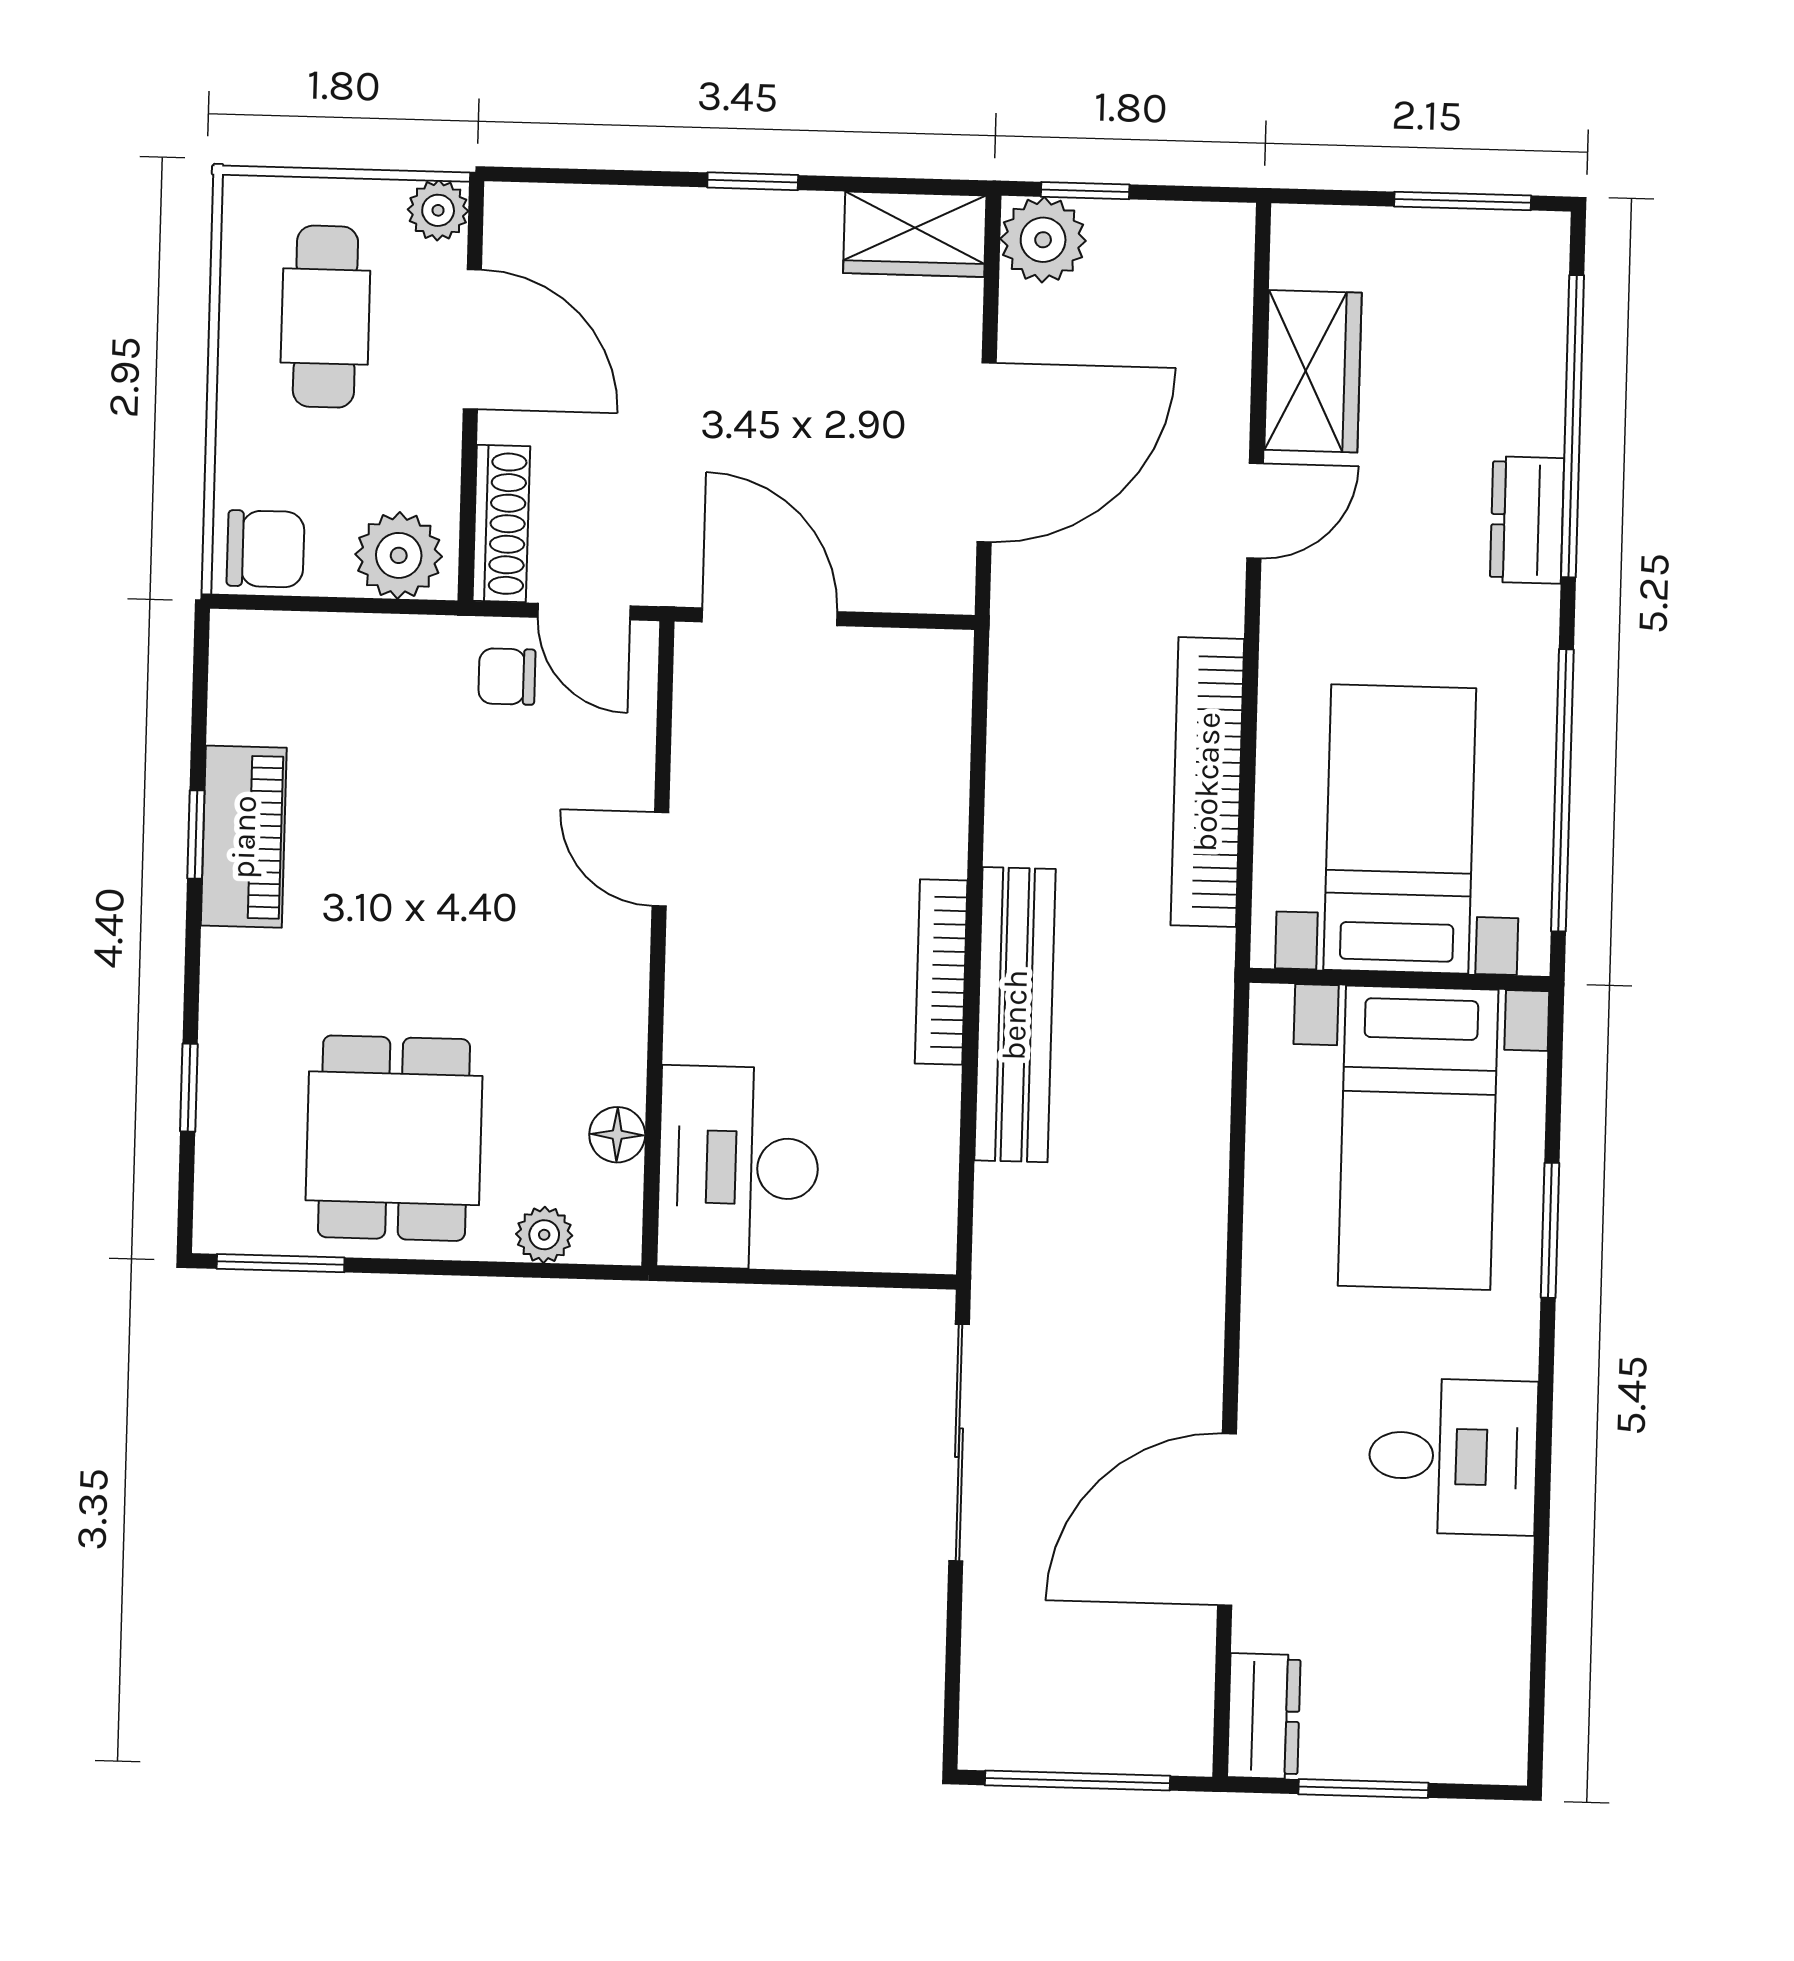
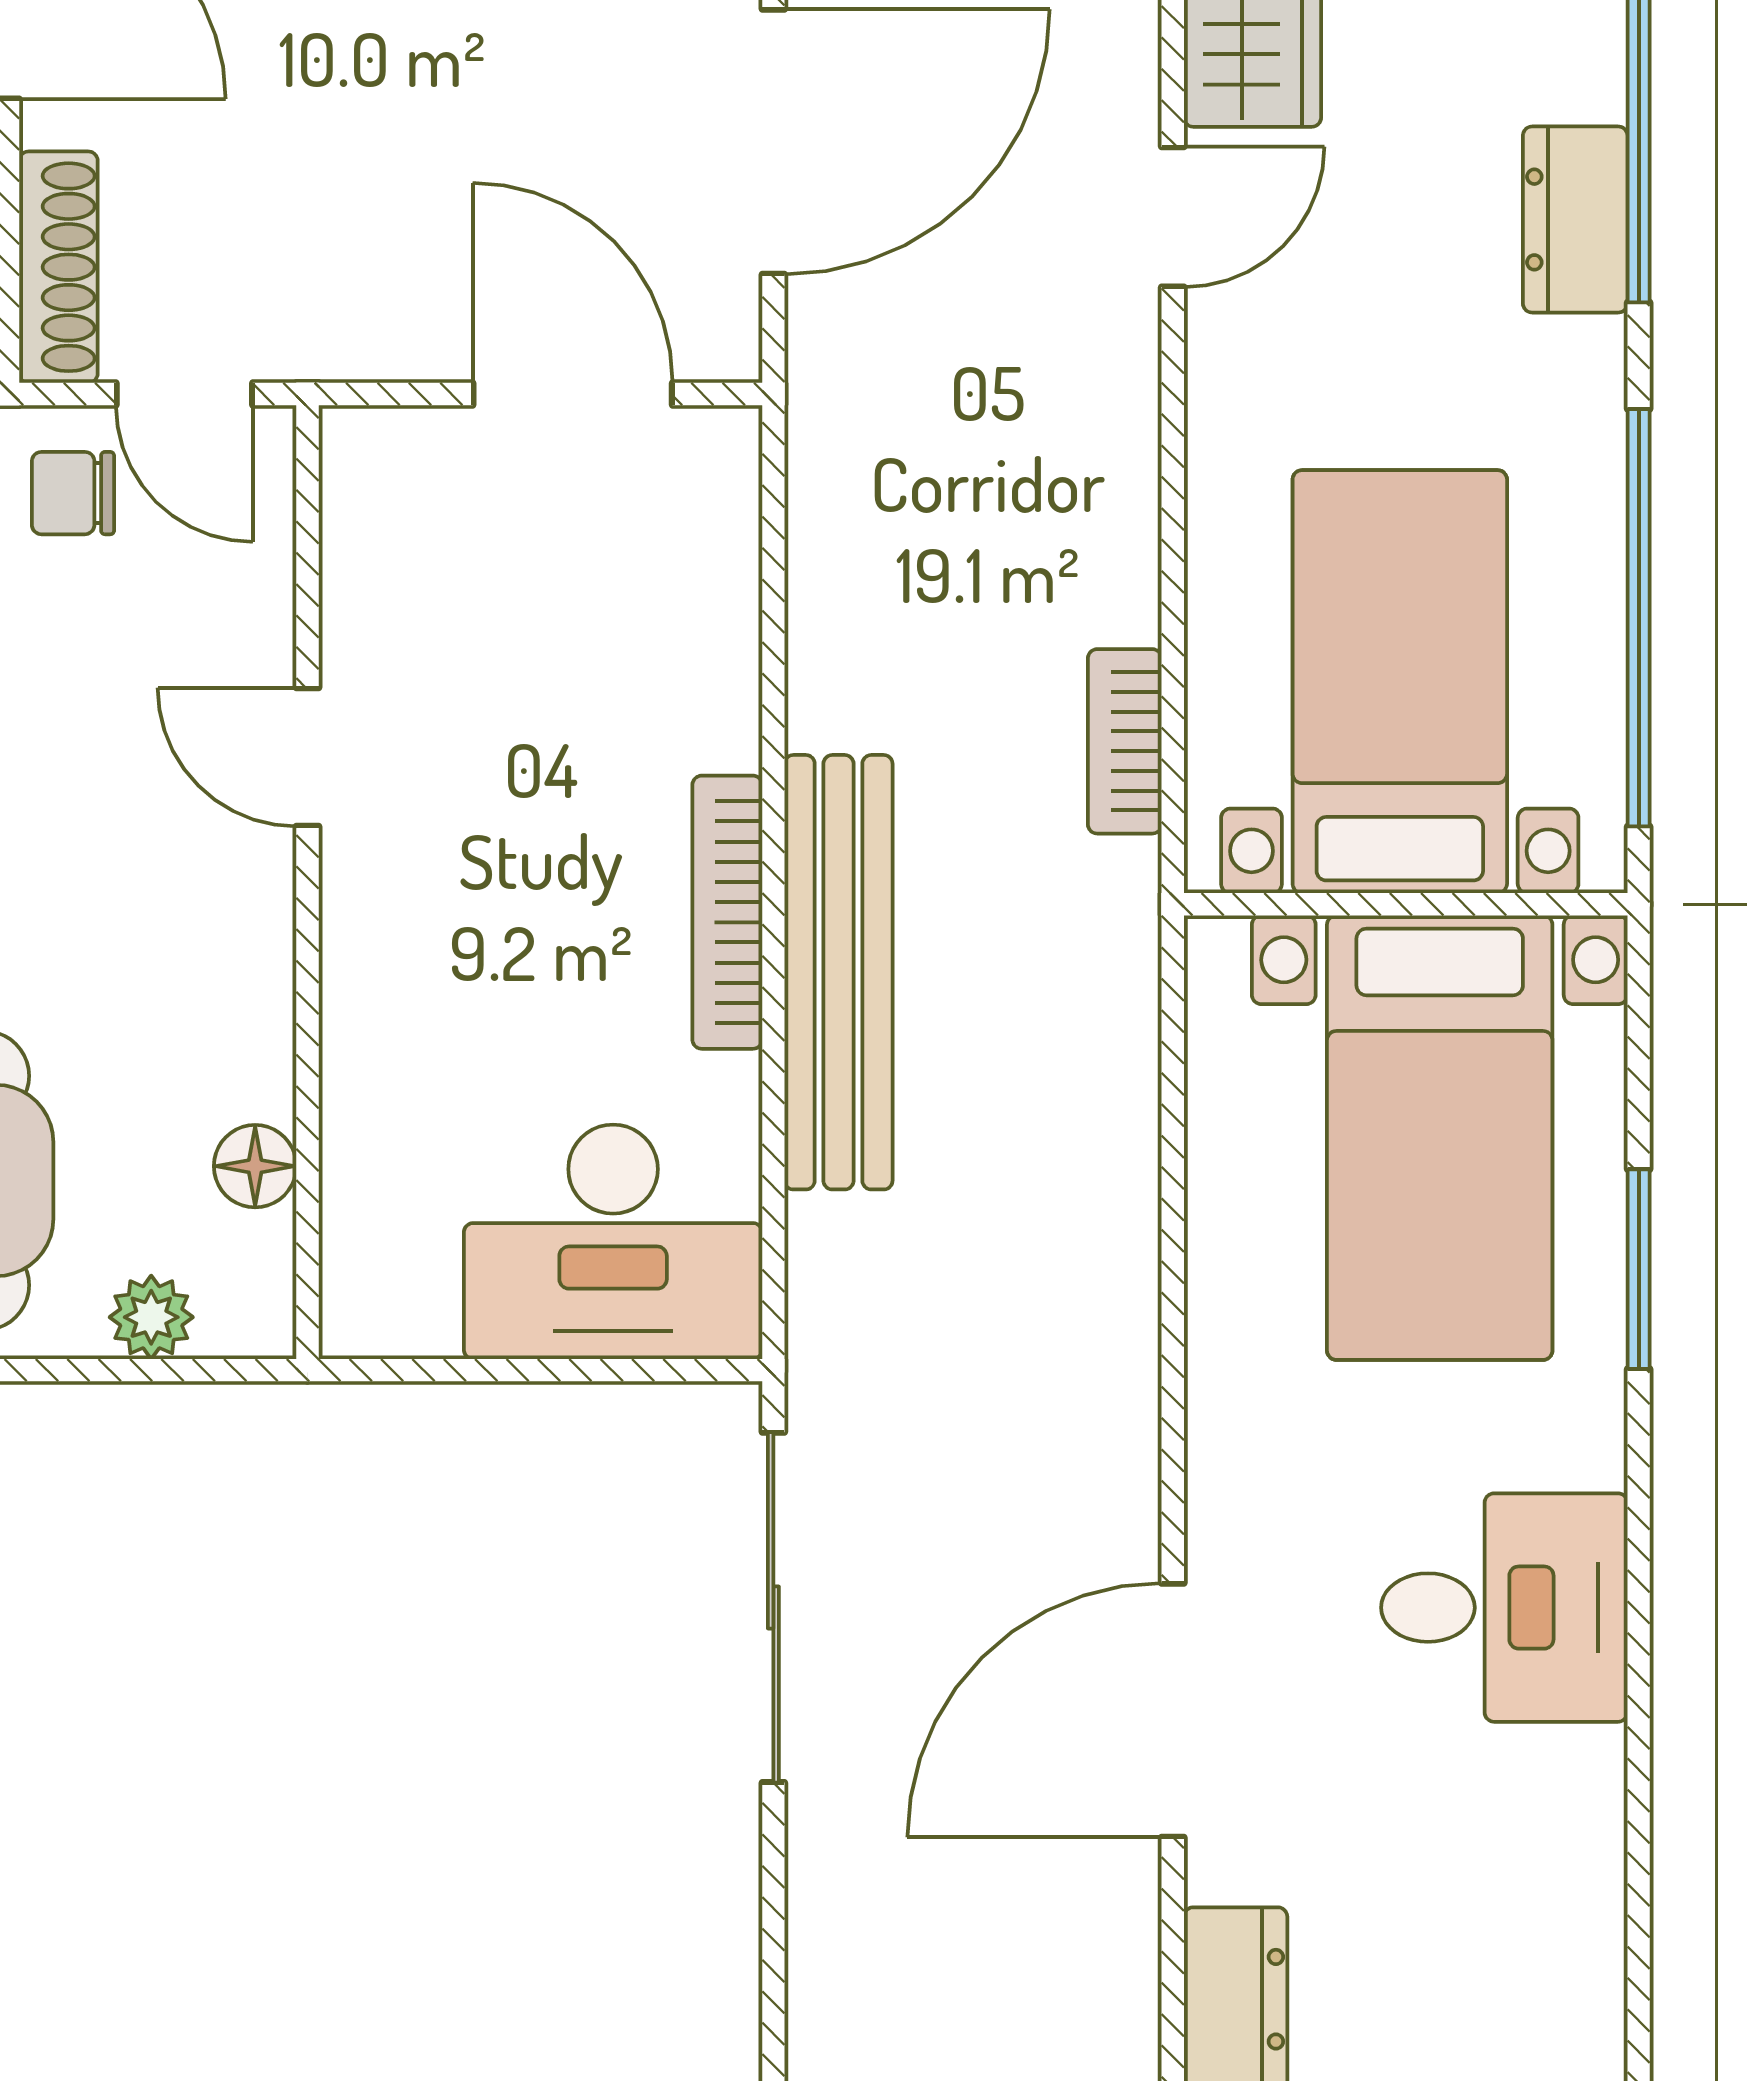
door: (770, 617) -> (573, 394), moved
bookcase: (1207, 782) -> (1125, 741), width x0.43, depth x0.76
desk: (738, 1168) -> (613, 1242), moved, turned -90

